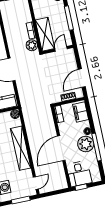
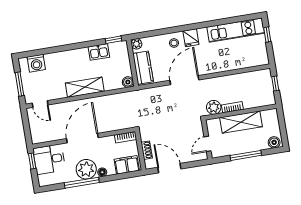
shelving: (45, 34) -> (241, 122), moved
door: (61, 49) -> (208, 144), swing flipped
shelving: (21, 148) -> (85, 87), width x0.68
door: (61, 148) -> (82, 138), hinge flipped

